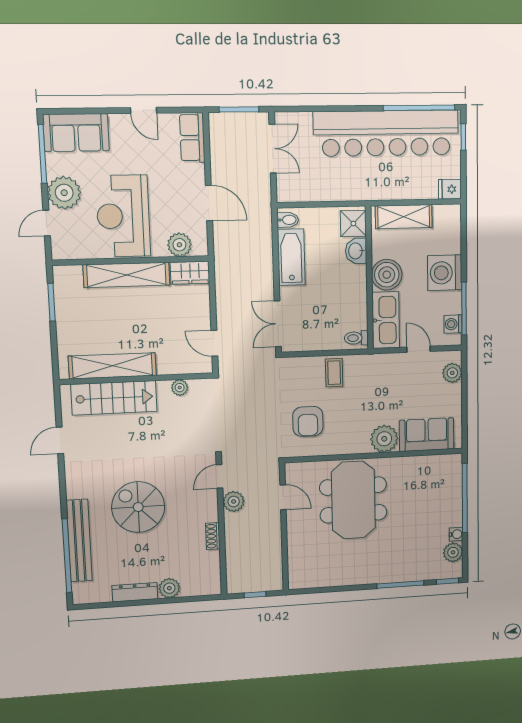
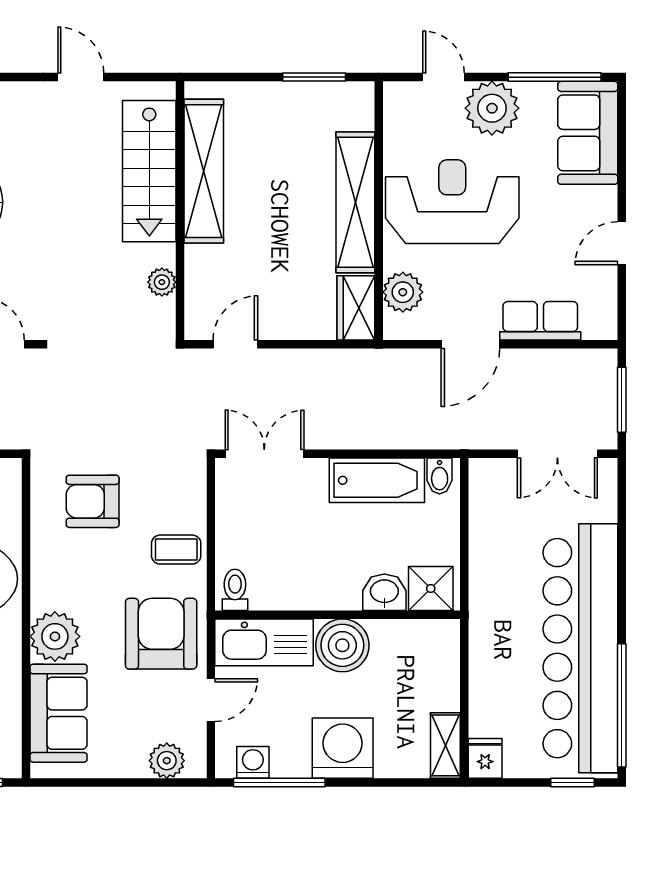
row of seats: (192, 138) -> (540, 321), moved
shelving: (404, 217) -> (445, 745), moved, width x0.67, depth x0.75
armchair: (382, 379) -> (161, 634), added

